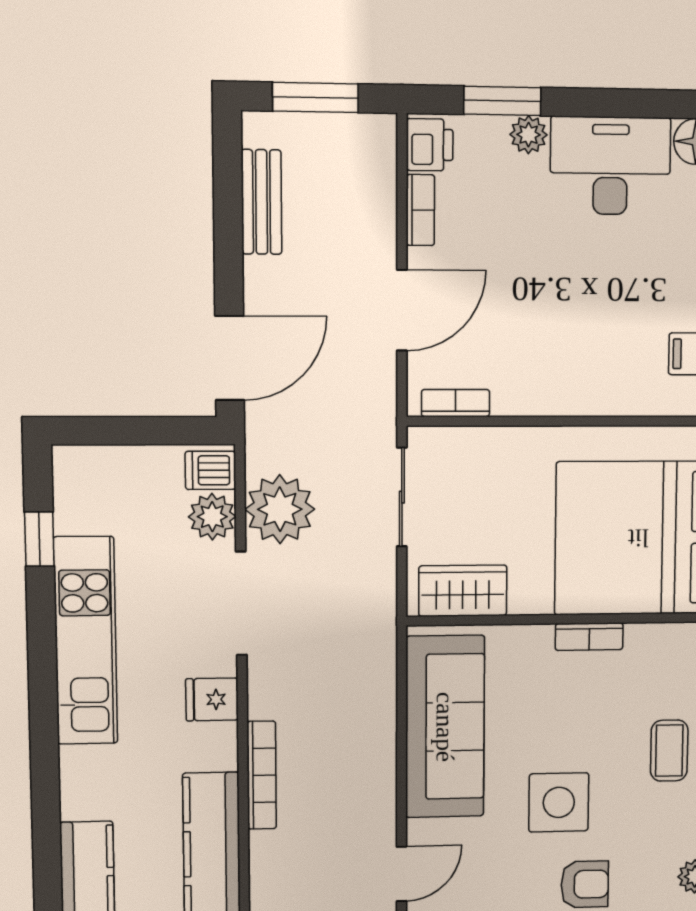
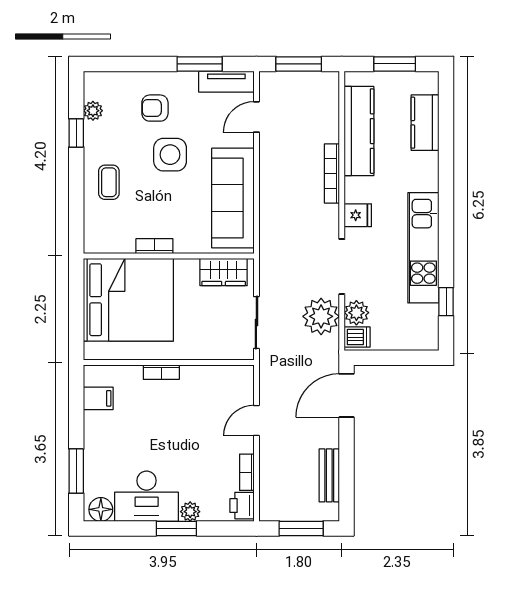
window: (502, 101) -> (176, 528), moved
door: (402, 310) -> (256, 421), width x0.73
bookcase: (456, 403) -> (161, 372), moved

